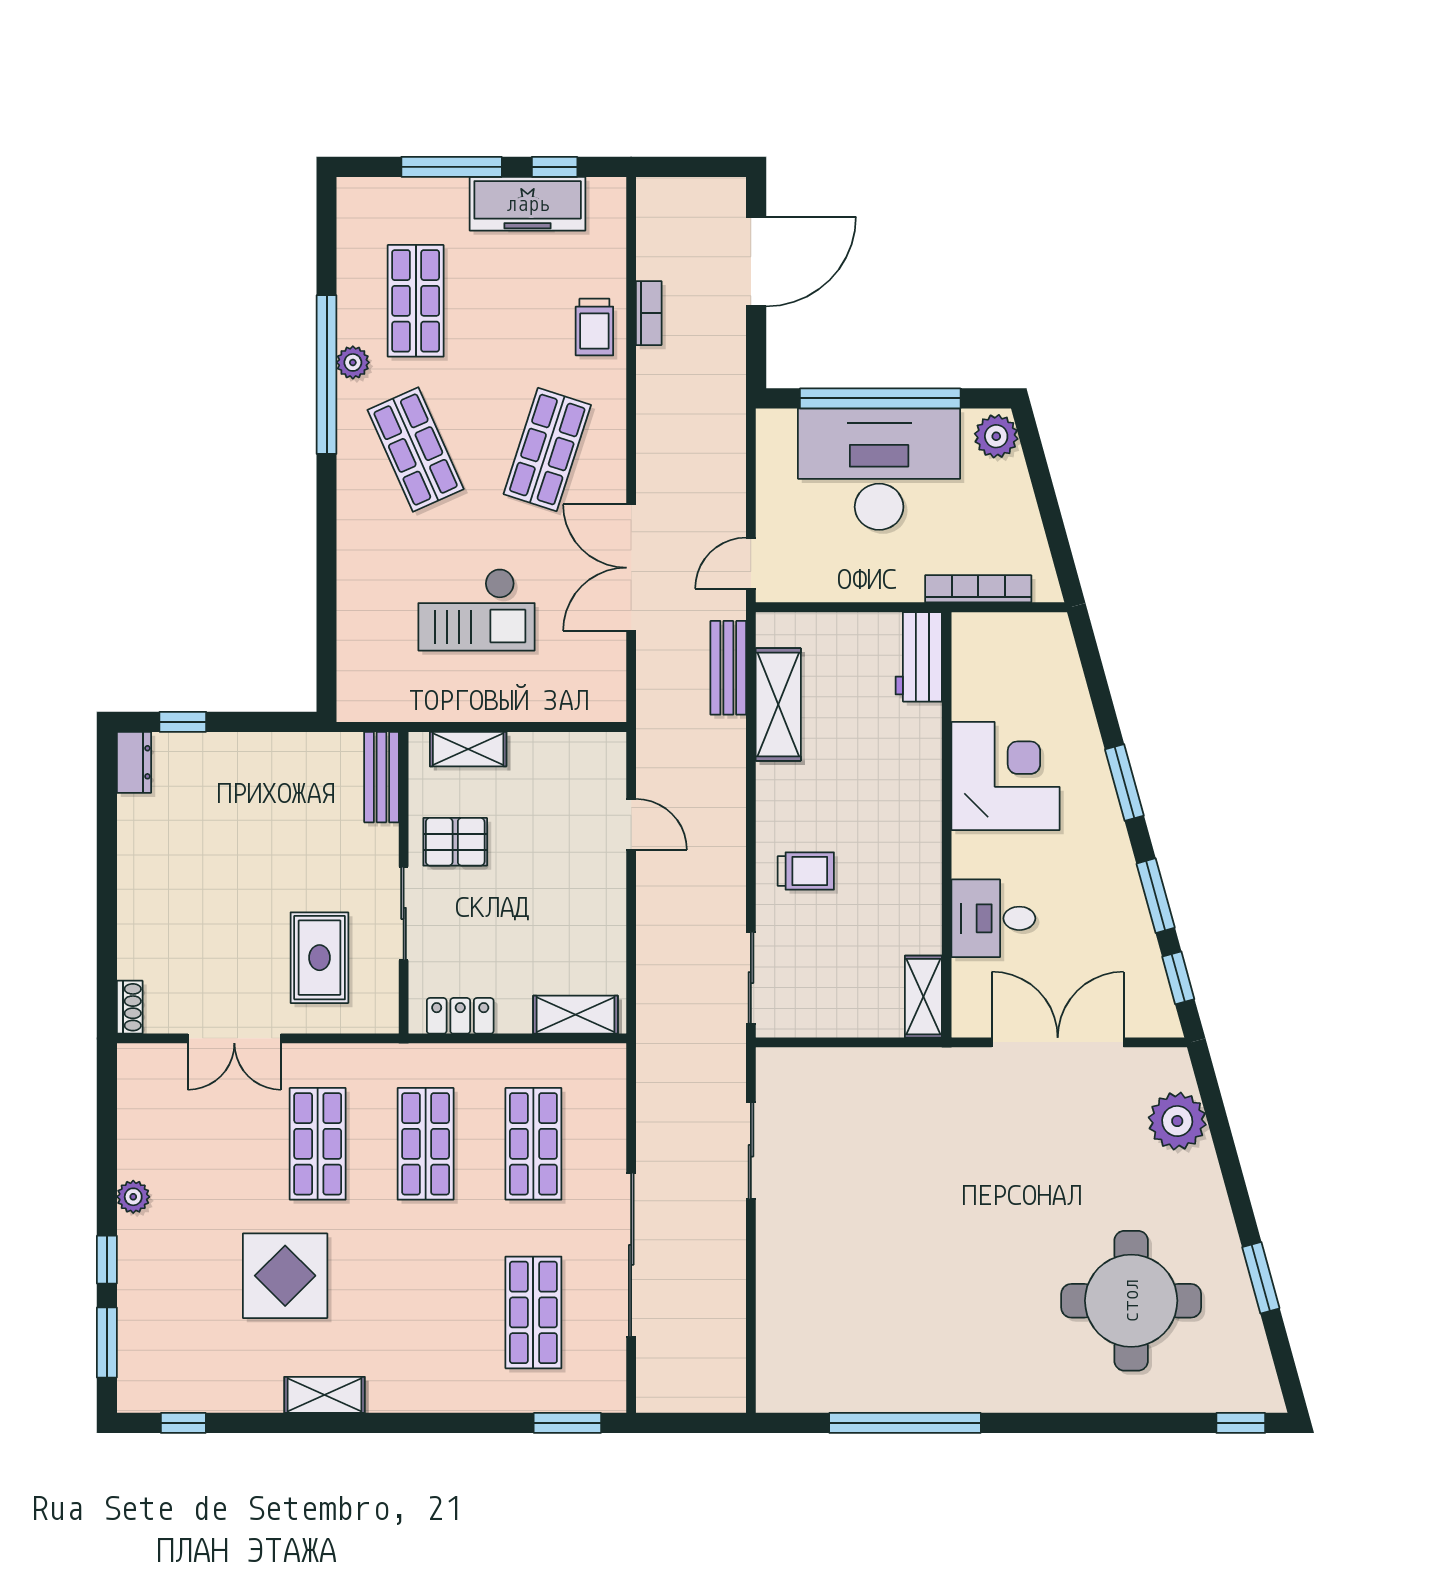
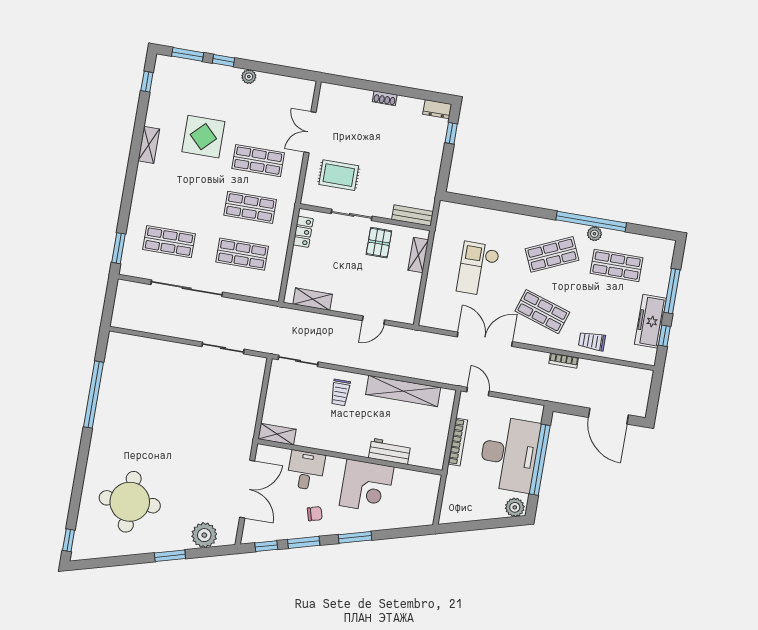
bookcase: (649, 313) -> (564, 361), moved
bookcase: (978, 589) -> (458, 442), moved
workbench: (919, 657) -> (390, 451), moved
bench: (728, 668) -> (434, 374), removed
shelving: (778, 705) -> (403, 391), width x1.47
chair: (1087, 882) -> (315, 514), added
shoe rack: (130, 1007) -> (385, 98), moved
shelving: (575, 1015) -> (313, 299), moved, turned 90
window: (1261, 1278) -> (170, 556), moved

